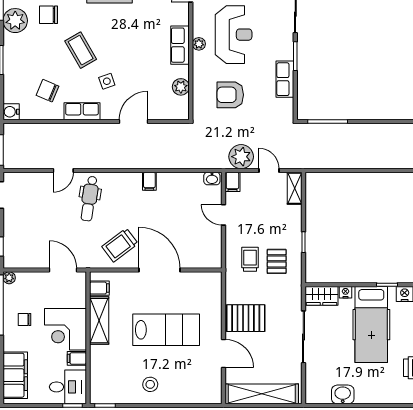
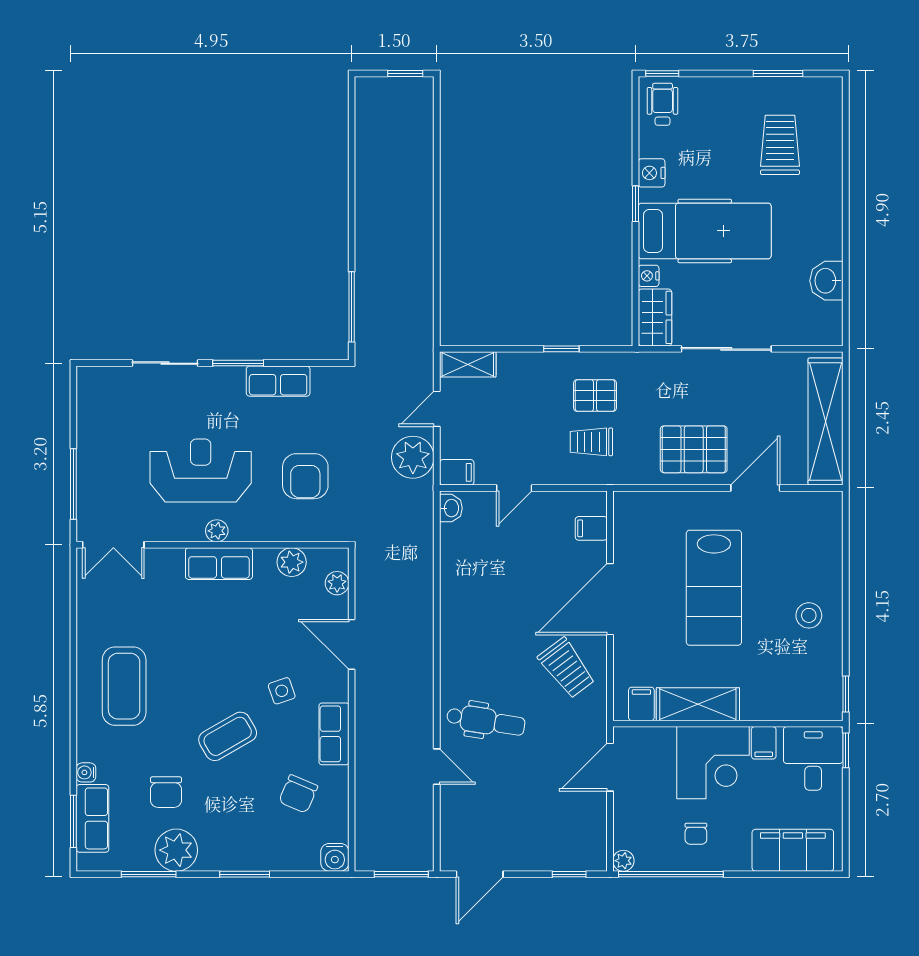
plant: (169, 113) -> (337, 583), added
filing cabinet: (149, 181) -> (591, 528), moved, turned 180
pallet: (246, 318) -> (694, 449), turned 90
lab bench: (166, 330) -> (714, 588), turned 180

